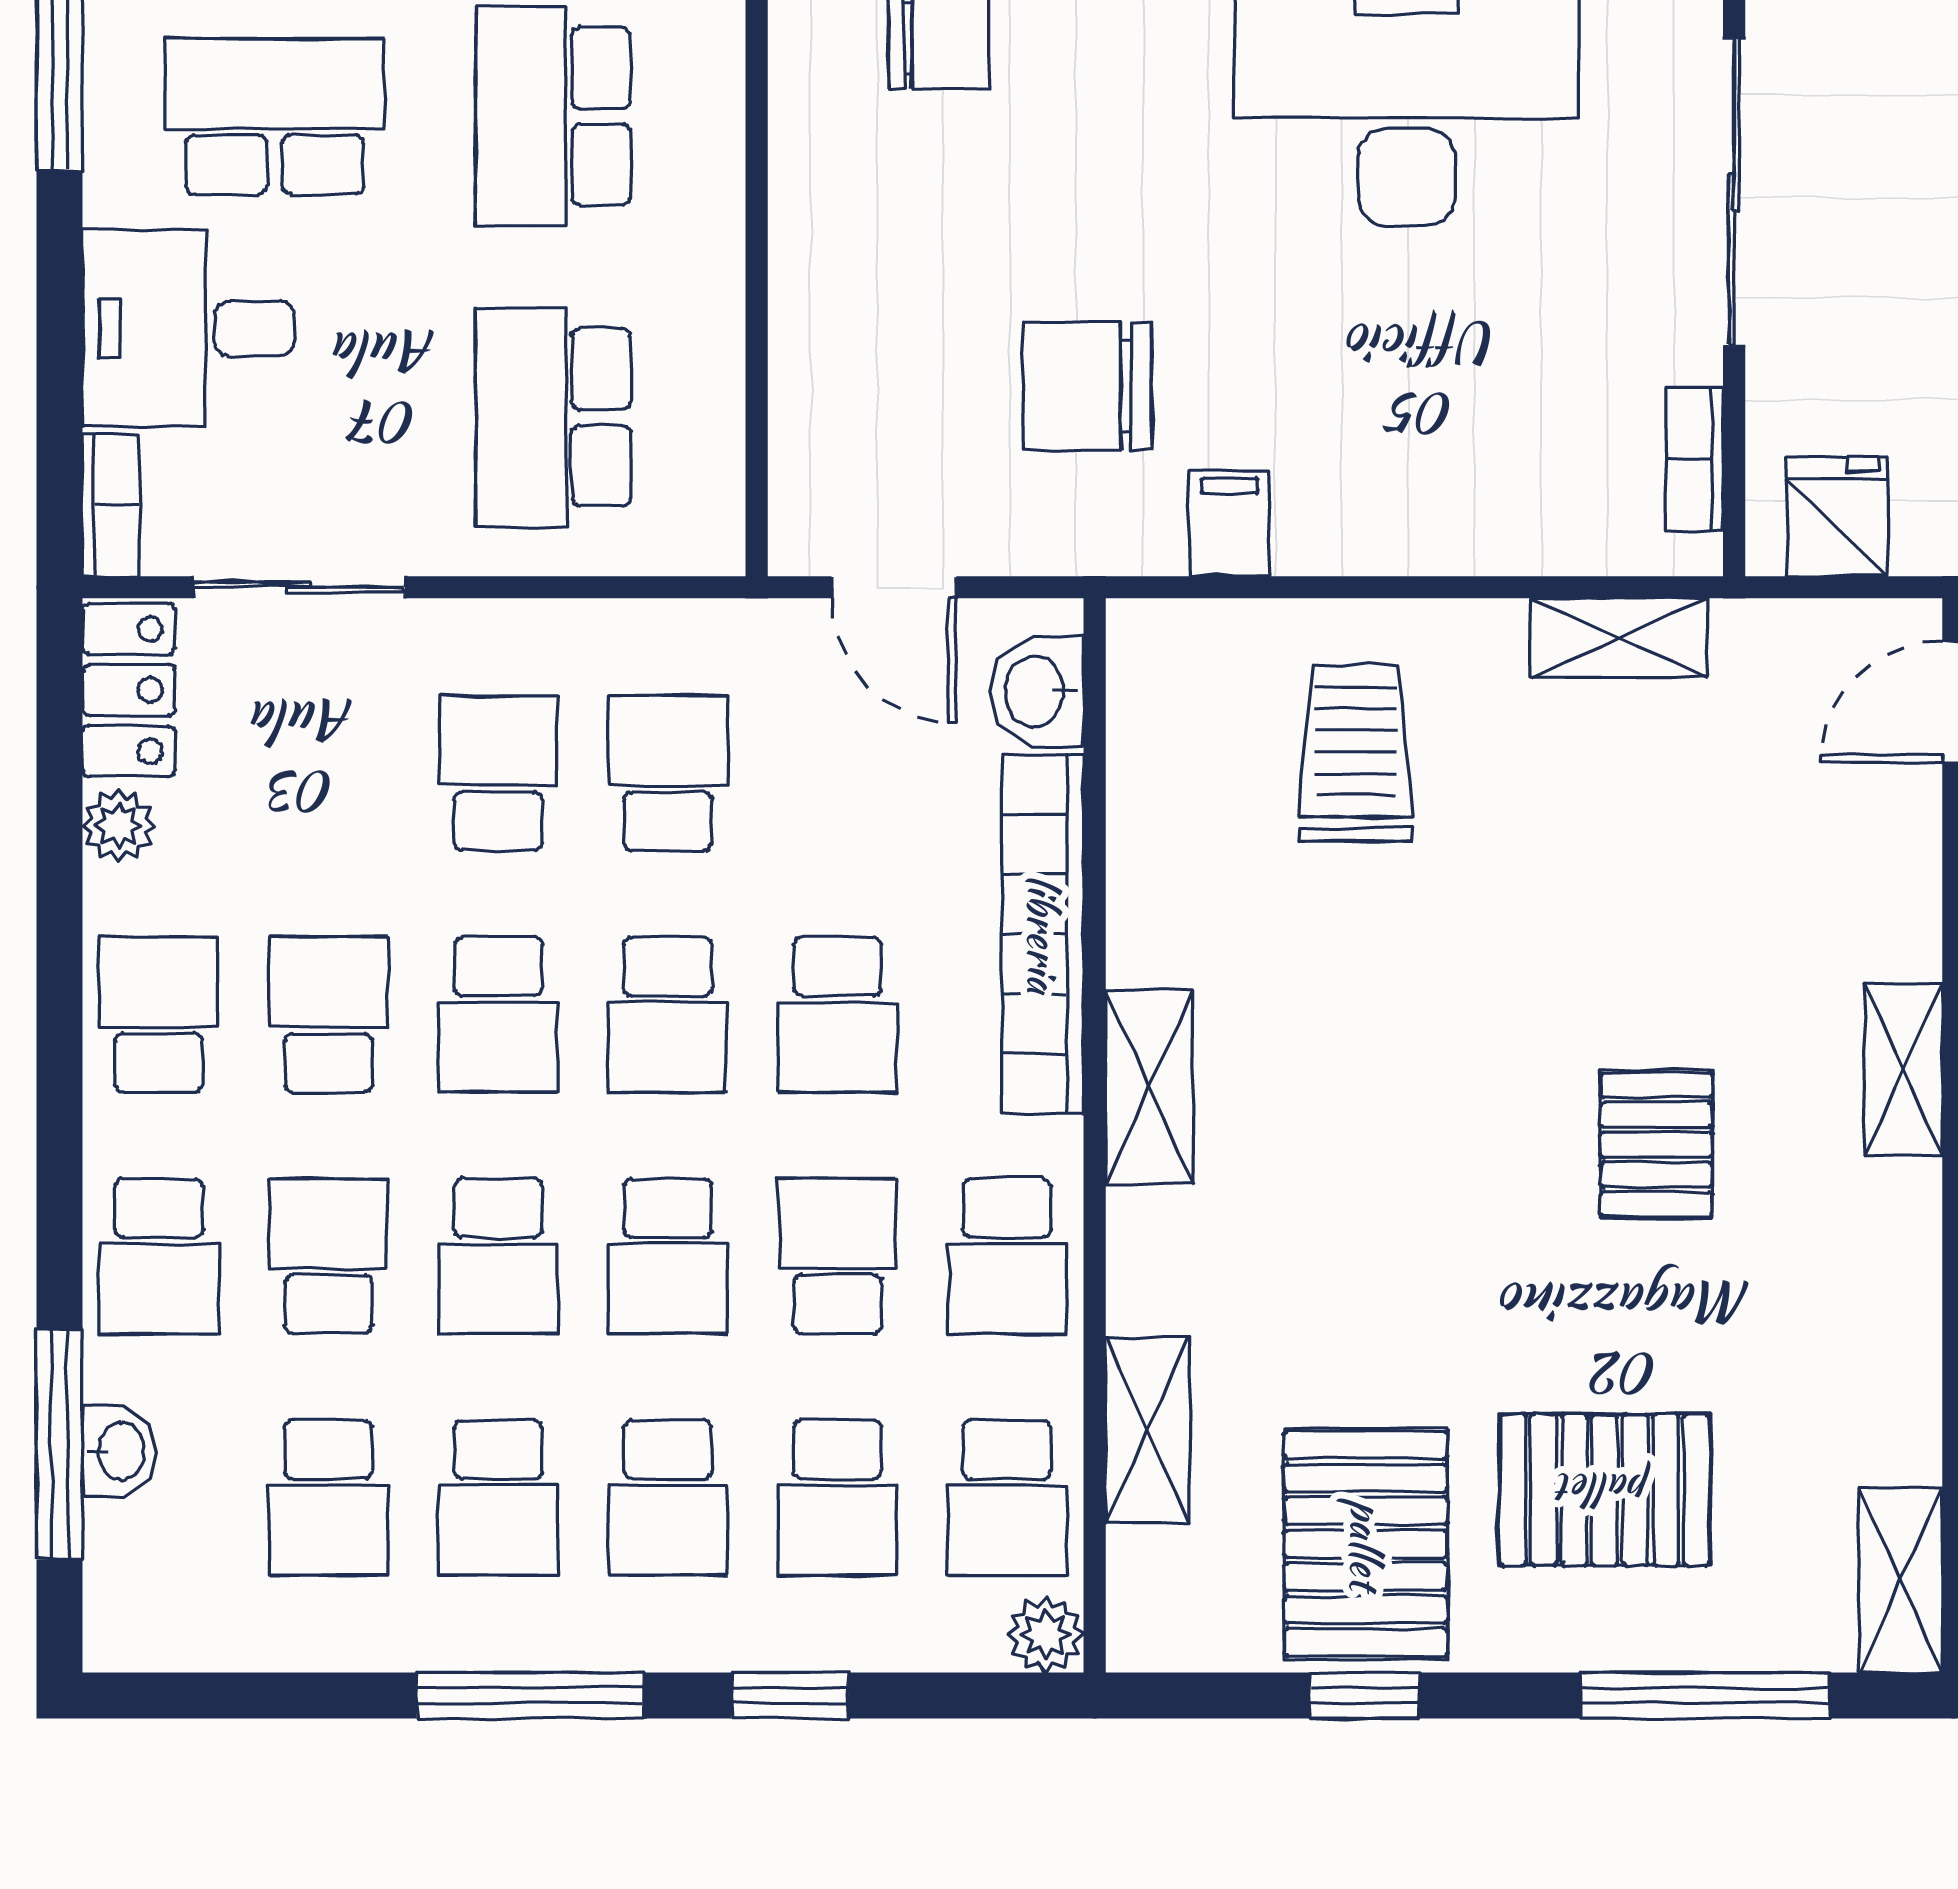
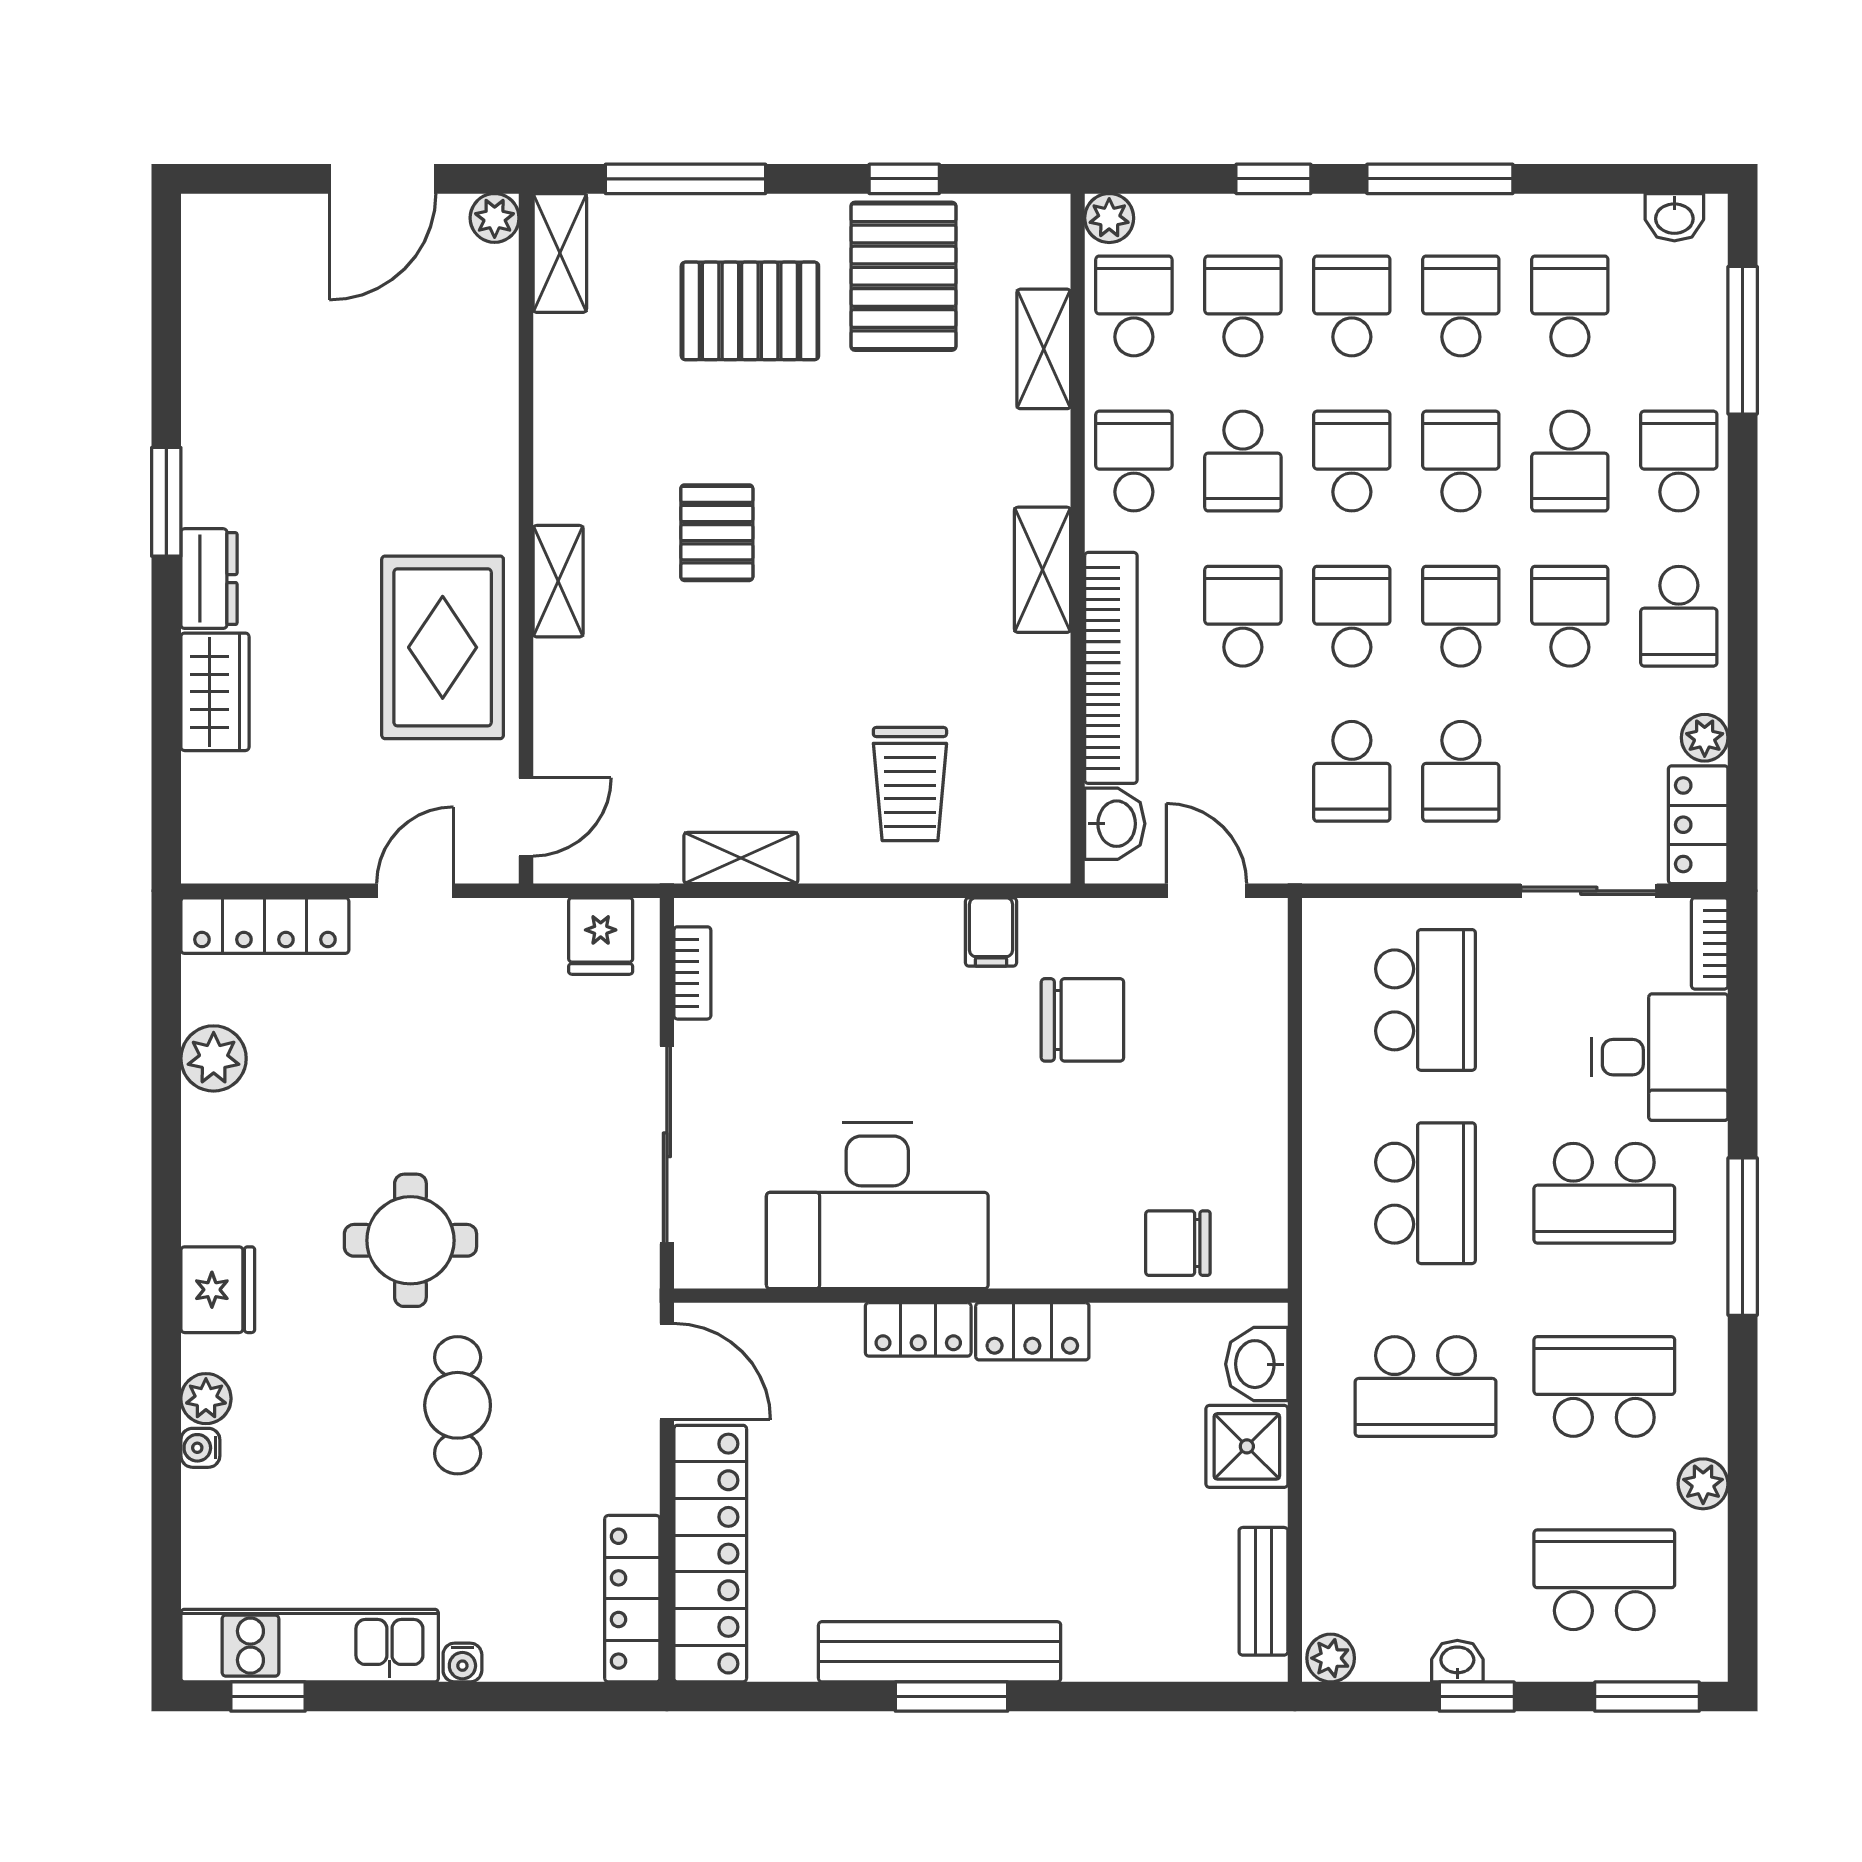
school desk: (328, 1015) -> (1570, 616), turned 180
washbasin: (119, 1451) -> (1674, 217), moved, turned -90

